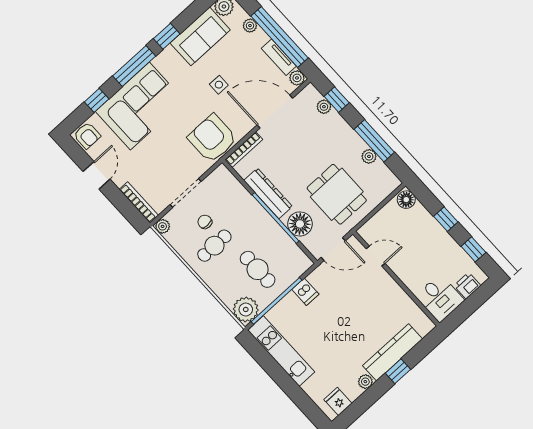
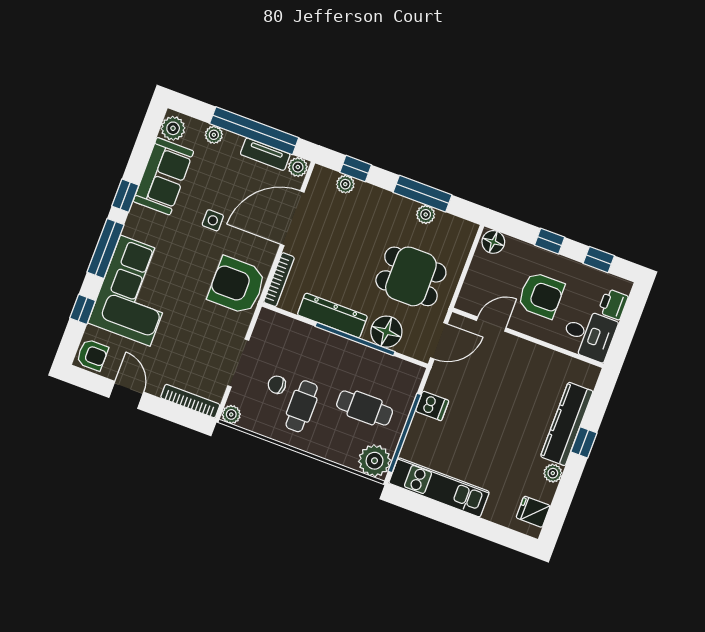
armchair: (420, 254) -> (541, 295), added

